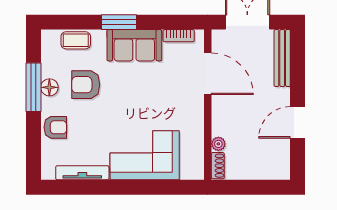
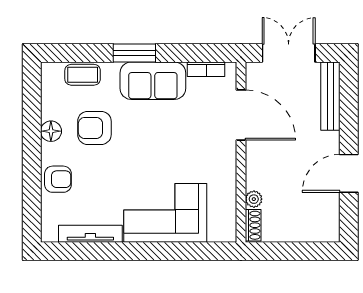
window: (33, 87) -> (32, 131), removed

